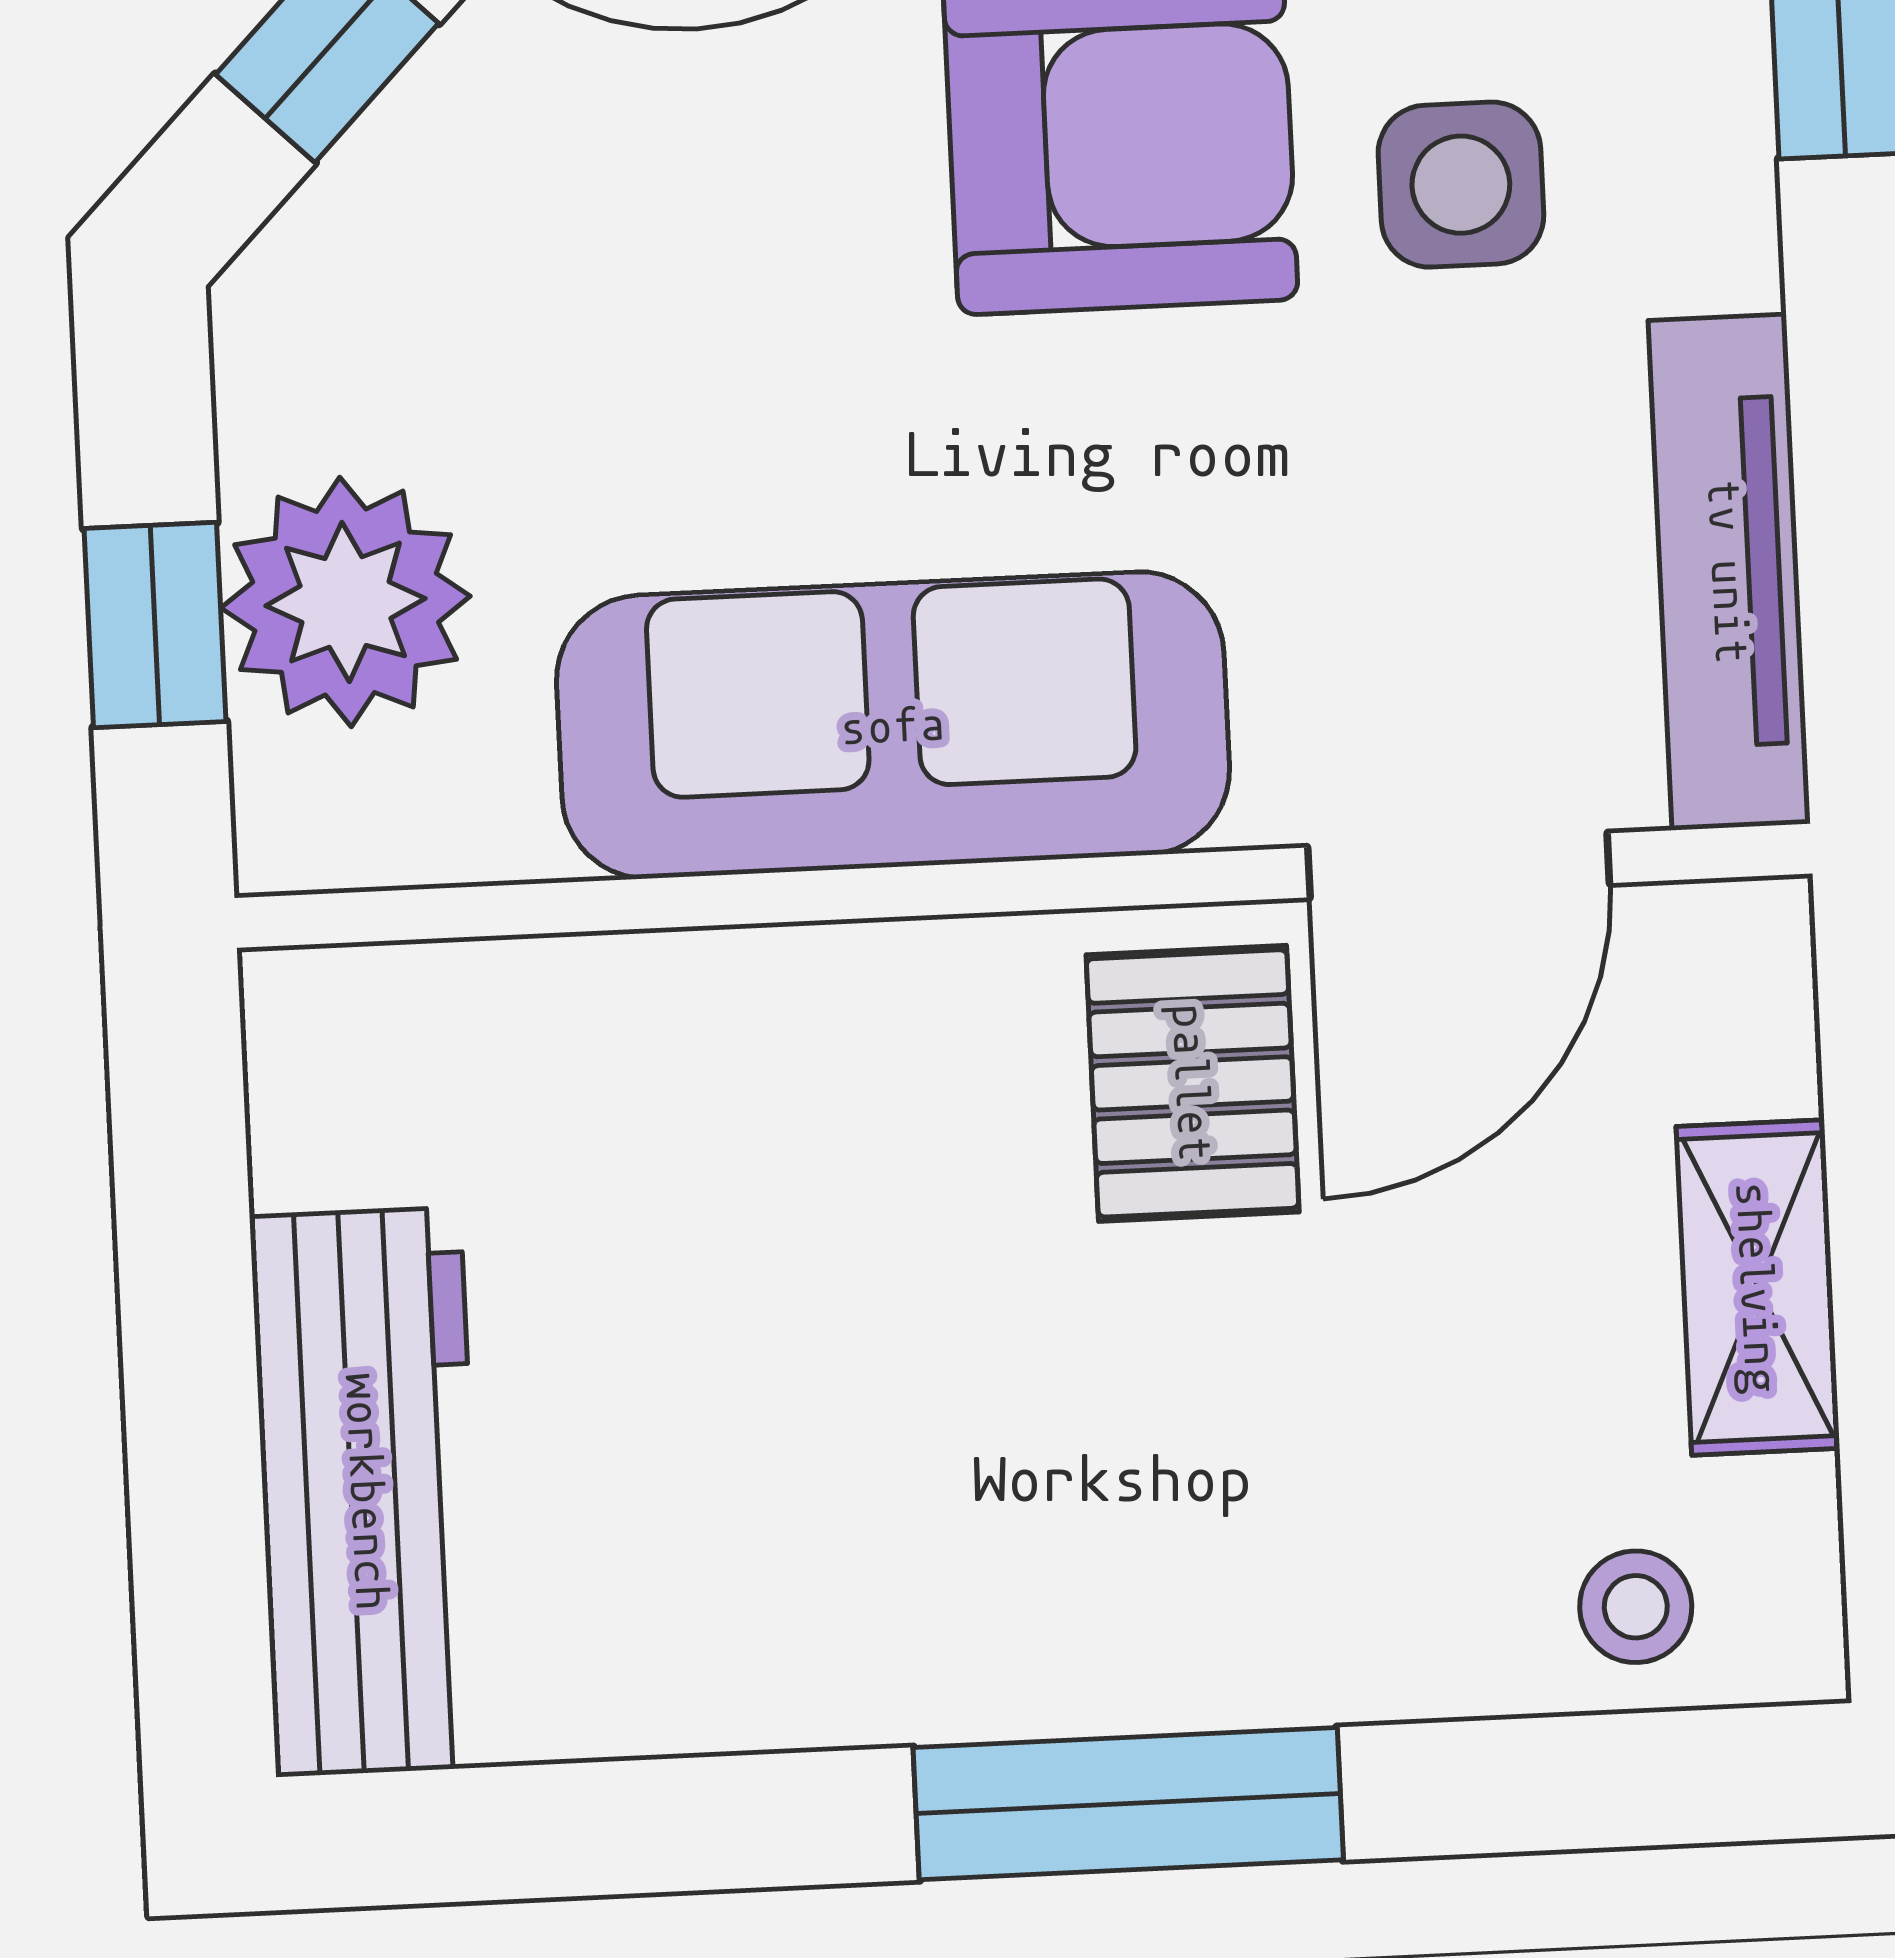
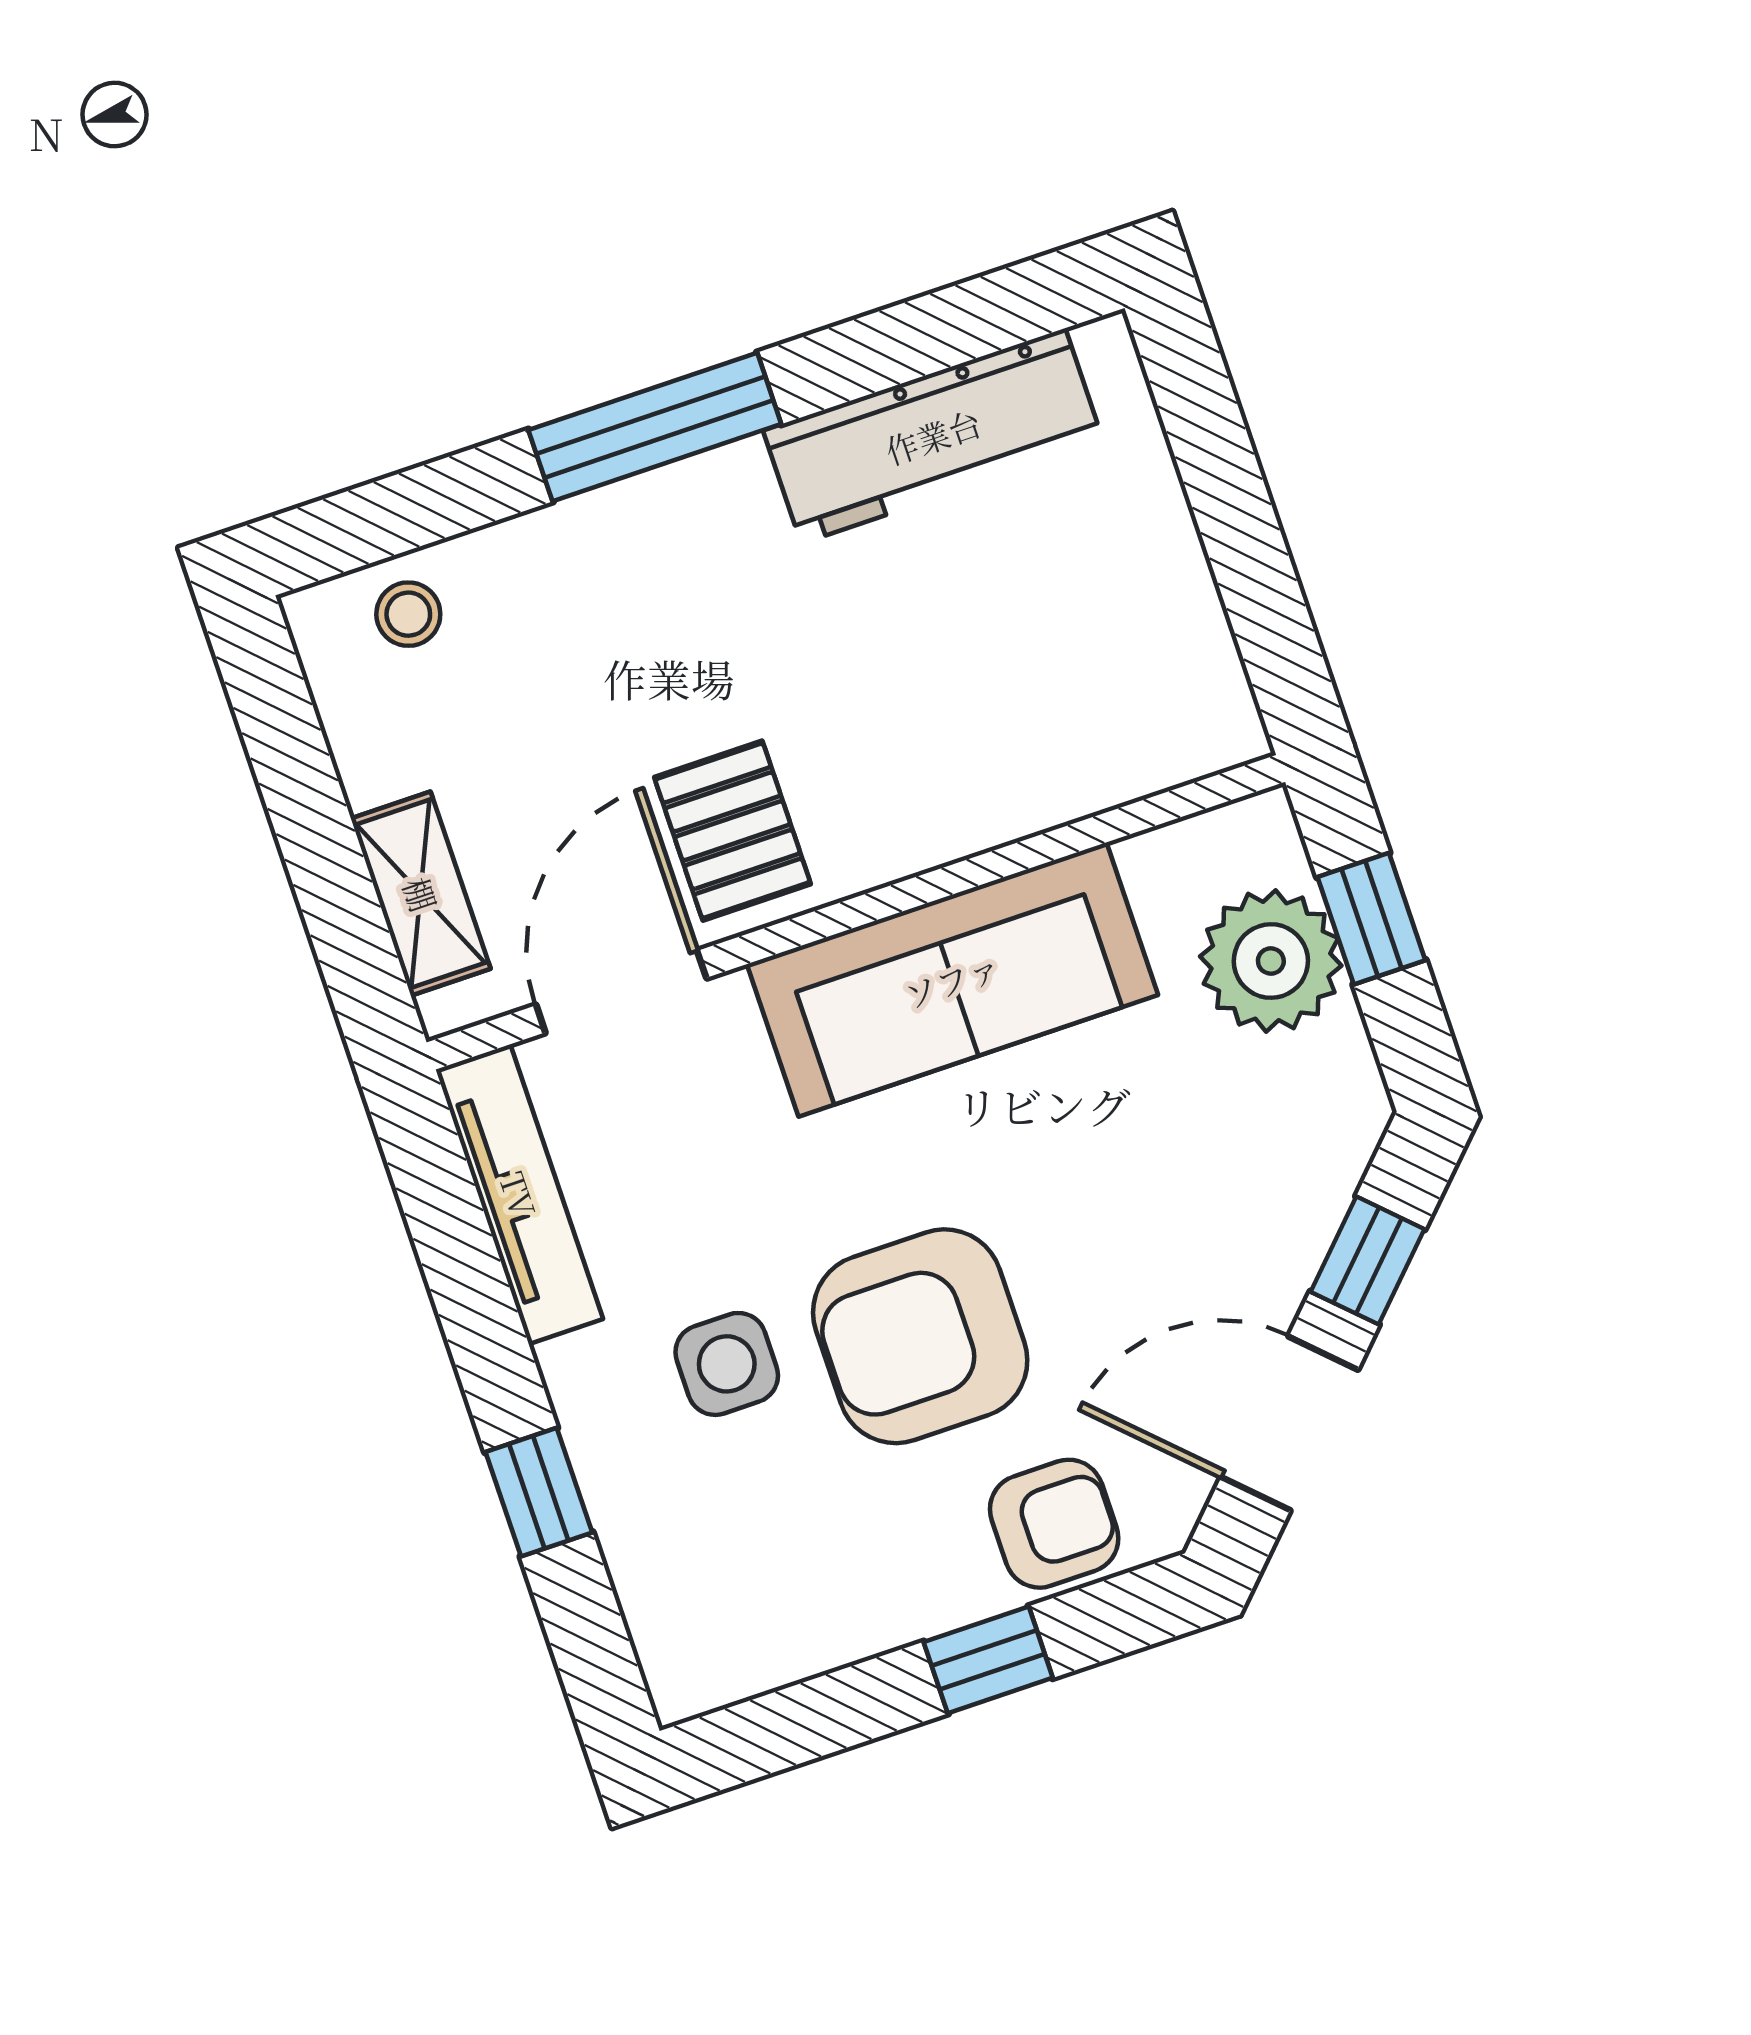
shelving: (1758, 1287) -> (421, 894), moved
workbench: (368, 1492) -> (933, 436), moved, turned -90

